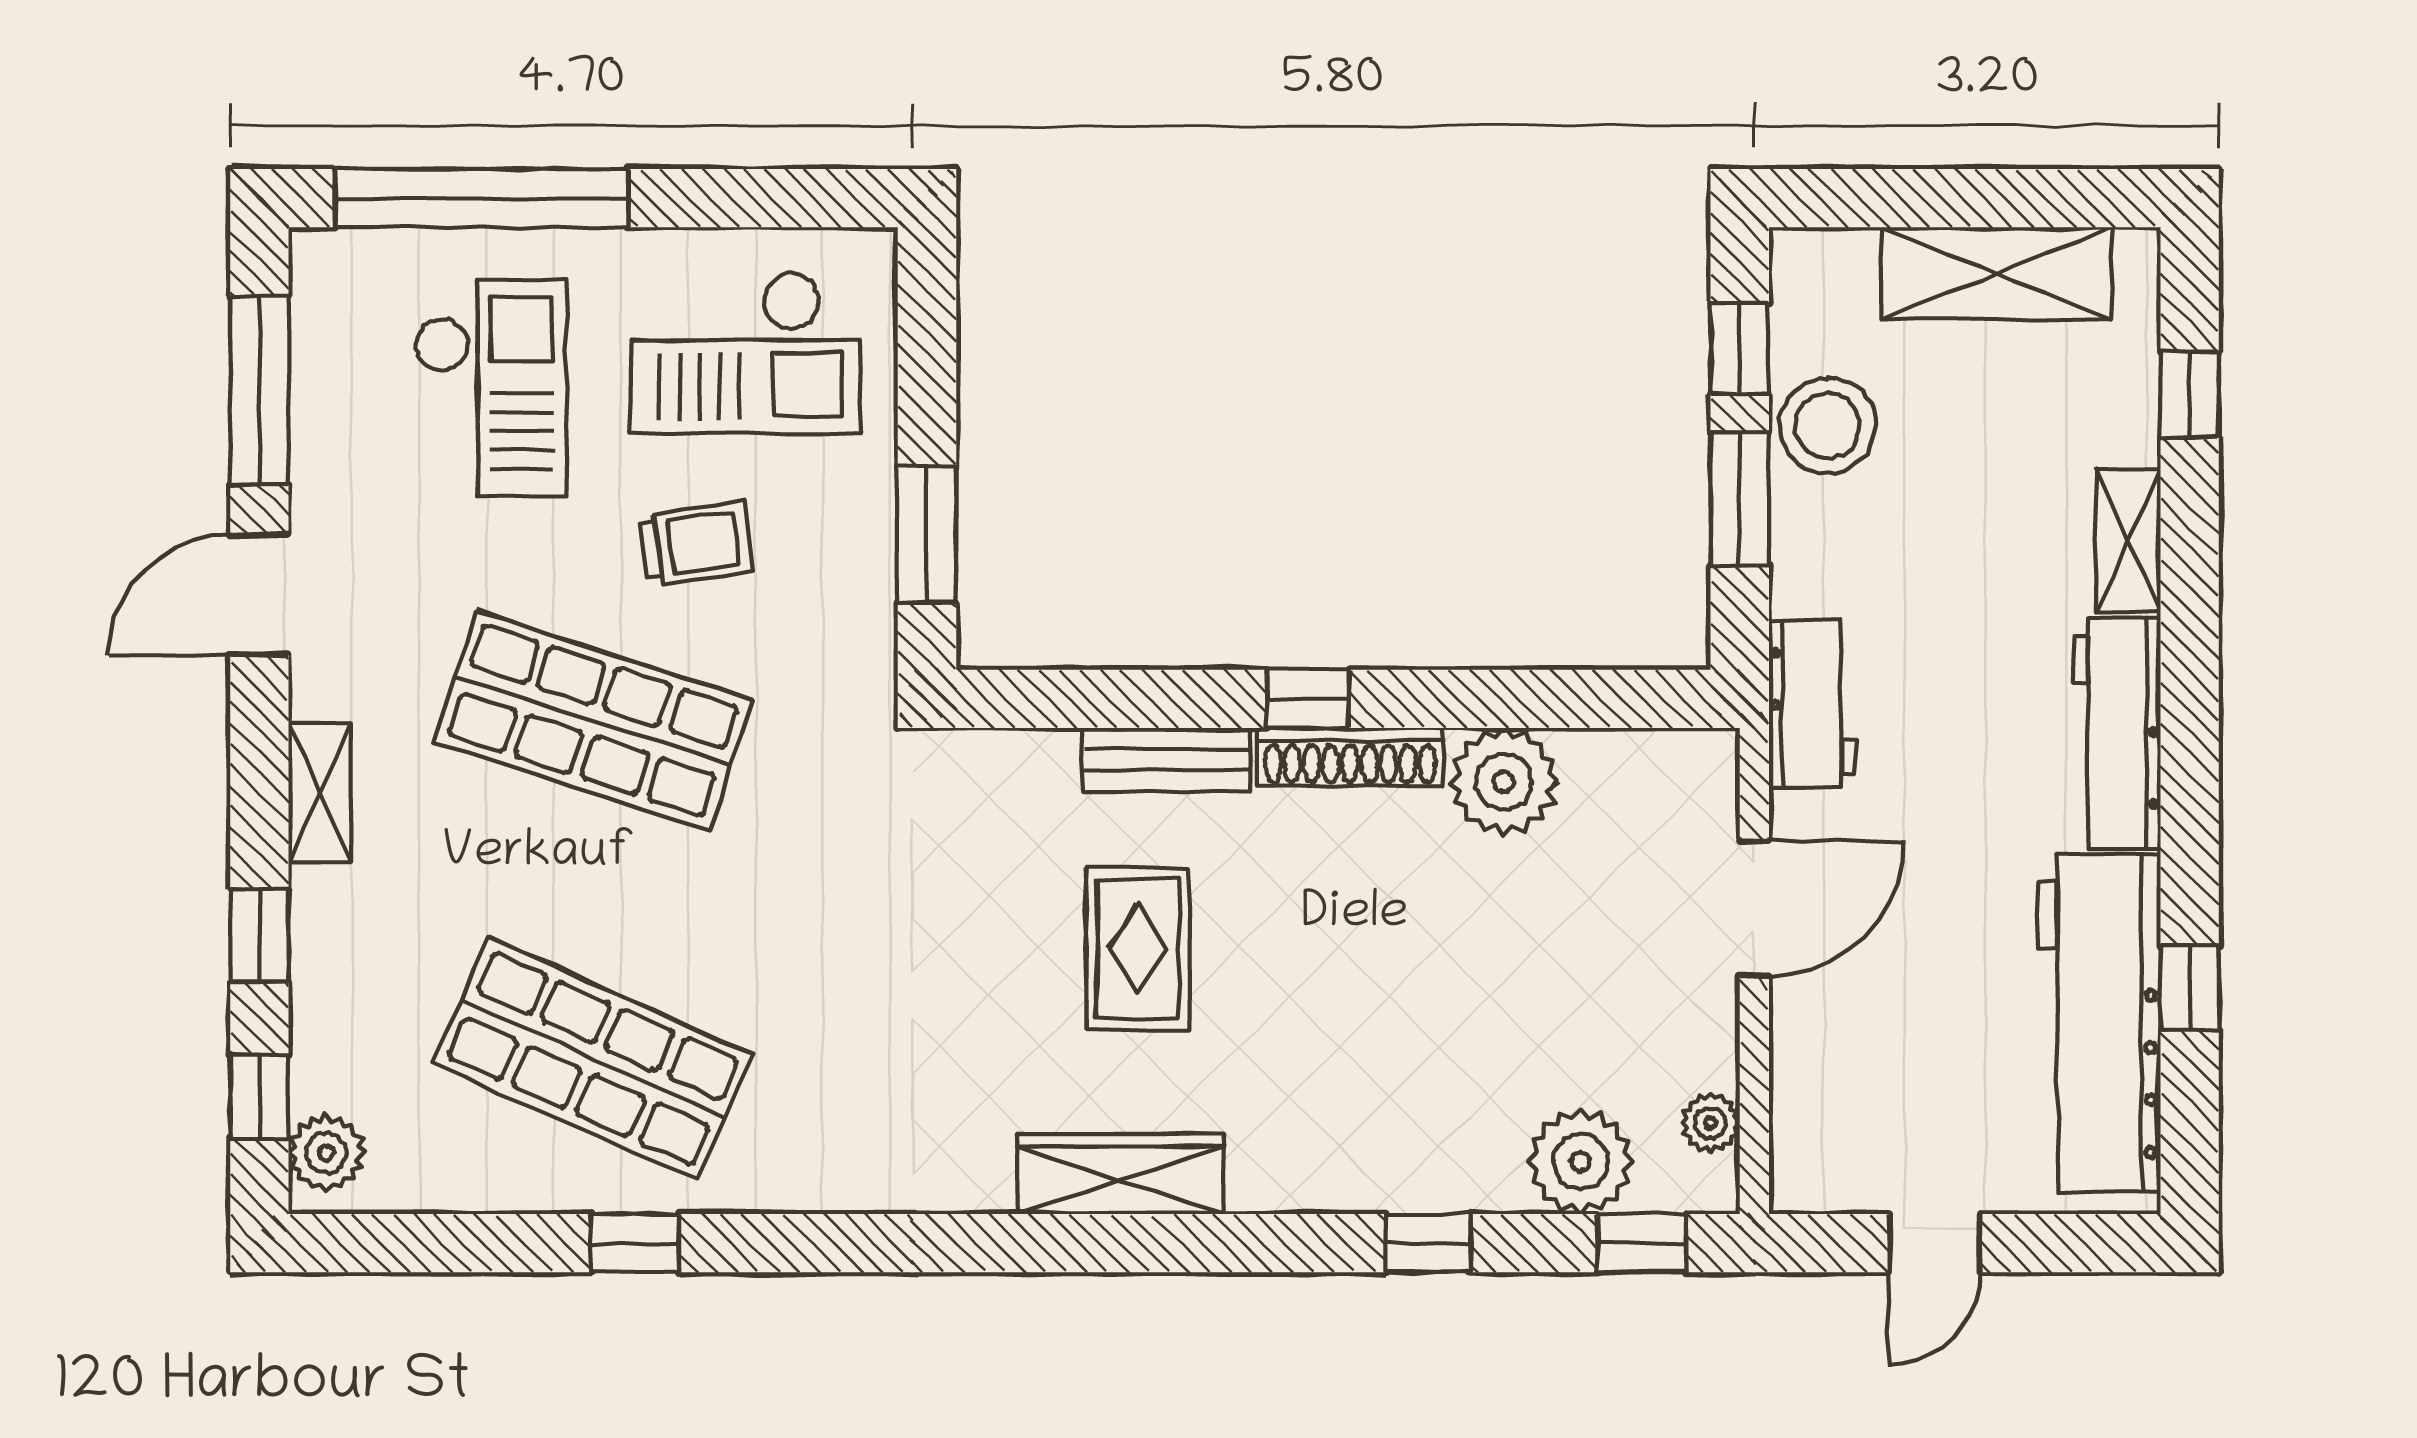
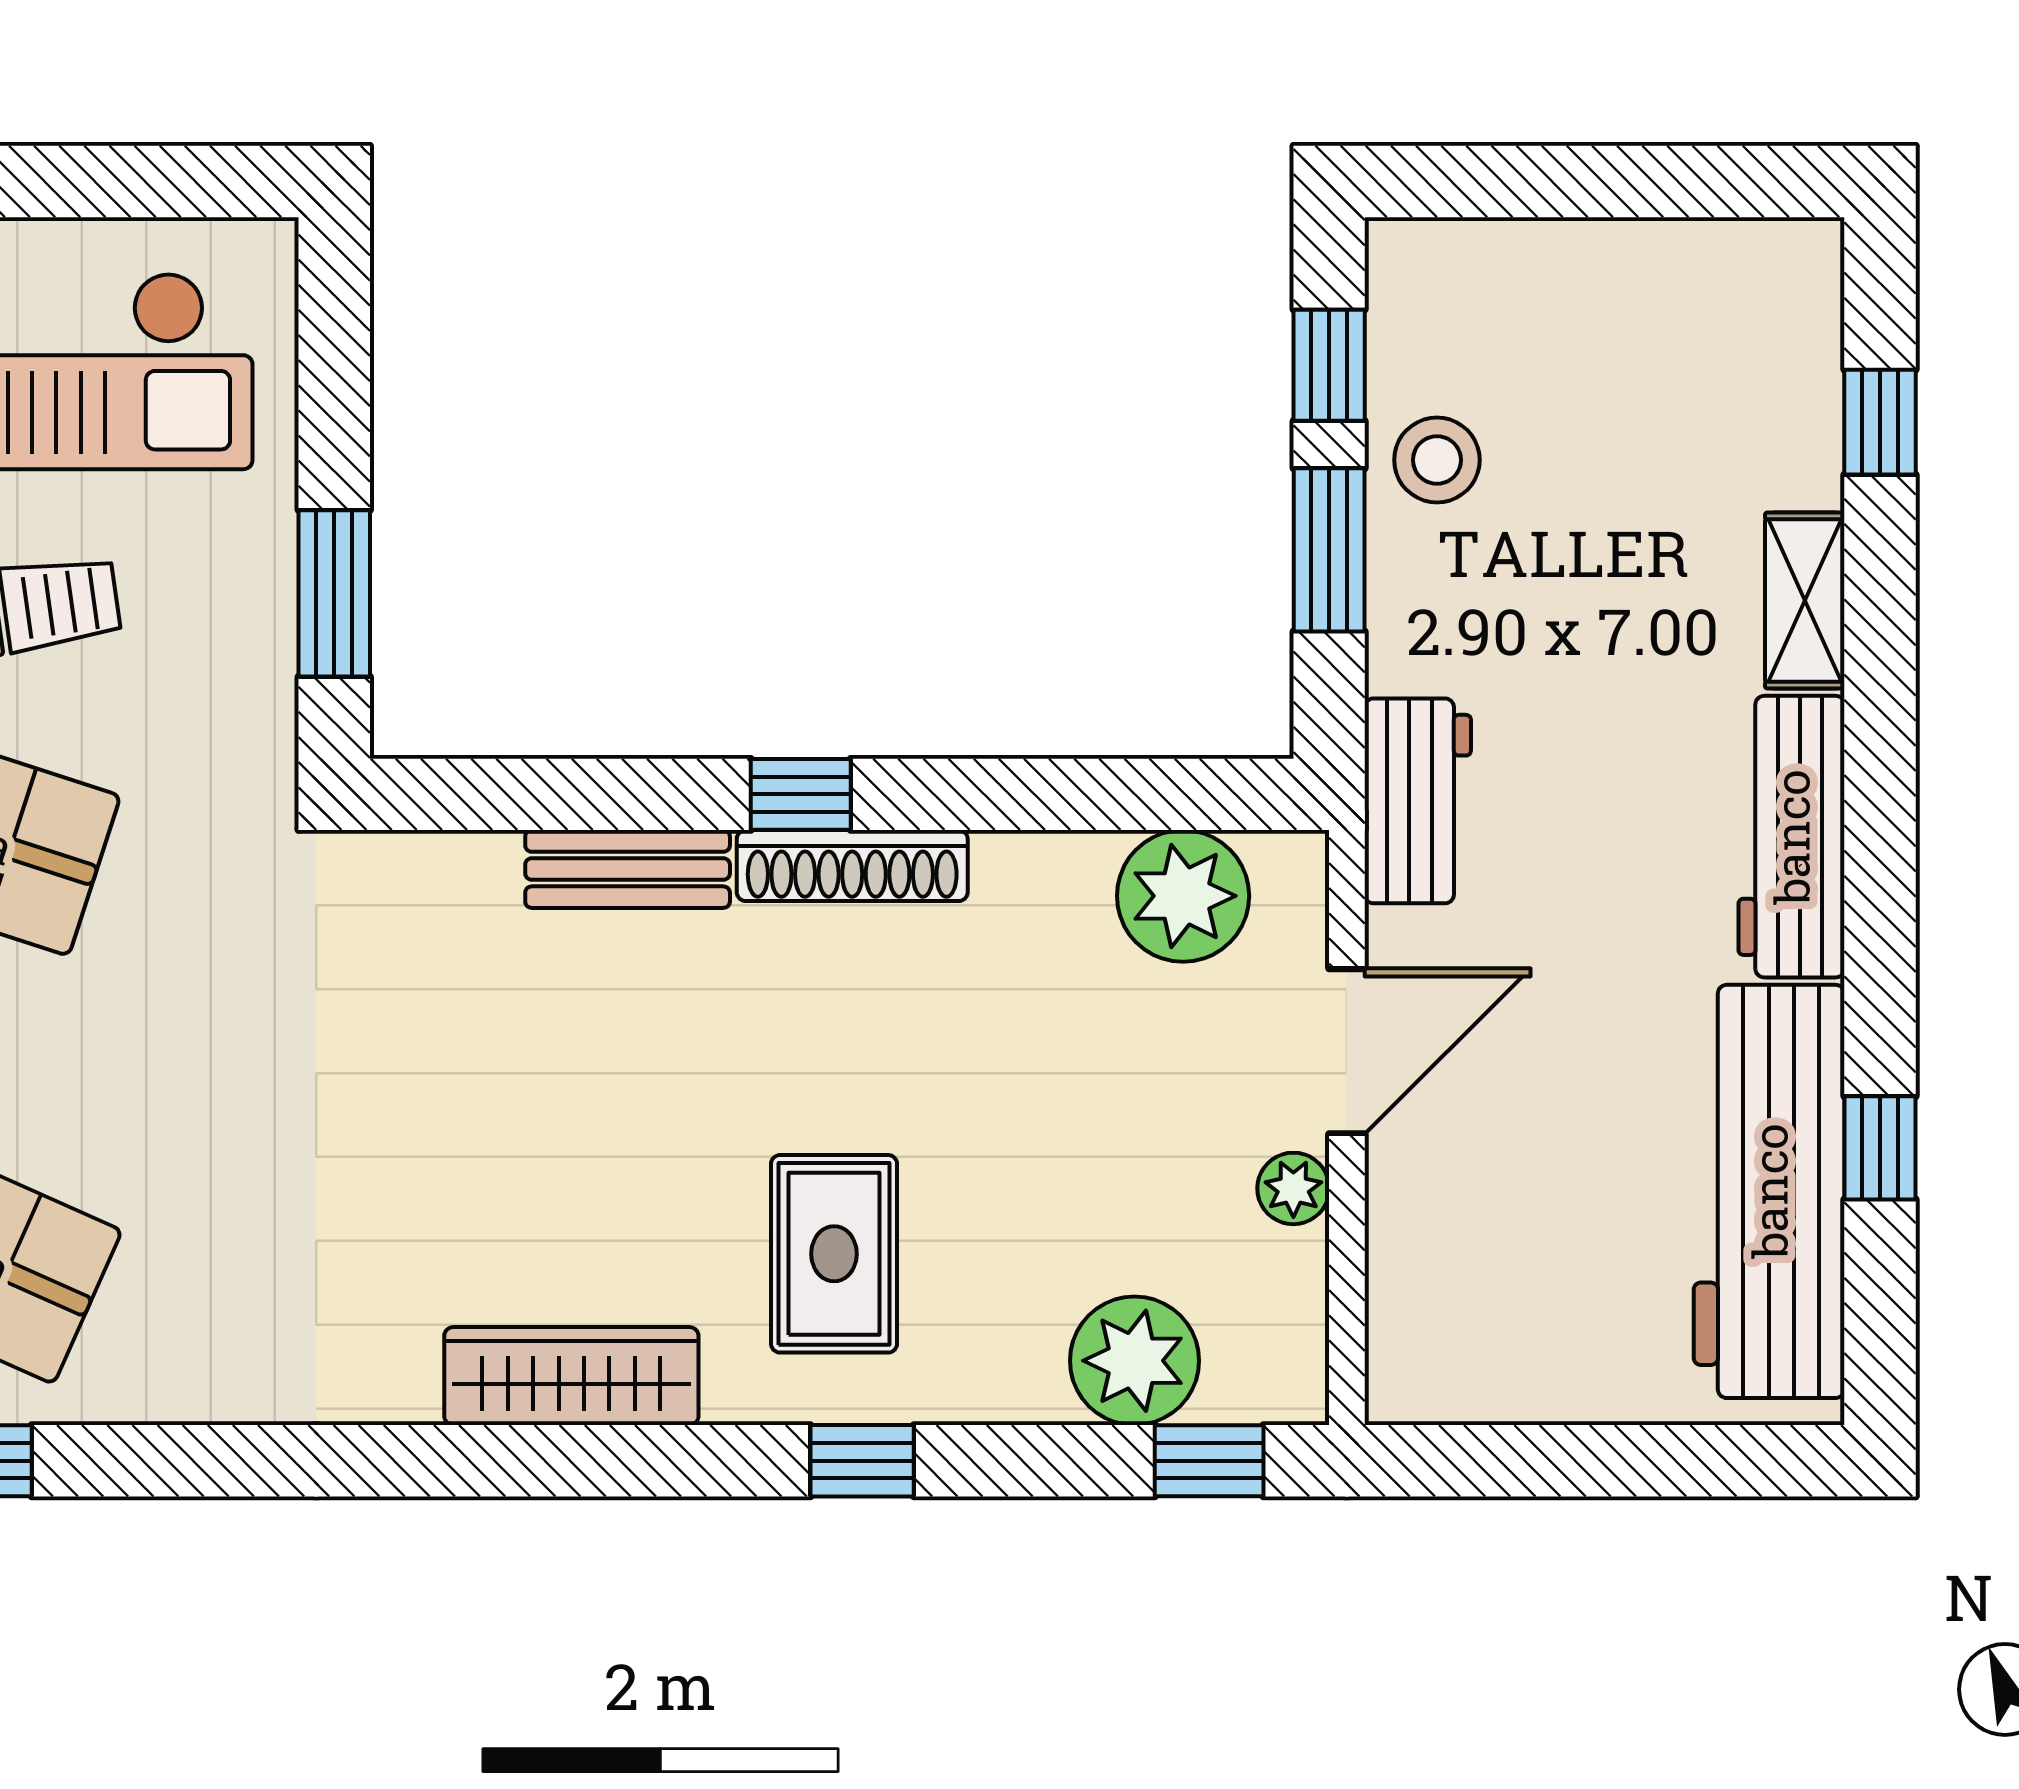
shelving: (1997, 273) -> (1644, 273), removed
stool: (1828, 426) -> (1437, 460), width x0.73, depth x0.73
plant: (1504, 782) -> (1183, 896), moved
rug: (1138, 949) -> (834, 1254), moved
plant: (1710, 1123) -> (1293, 1188), moved
window: (1428, 1243) -> (862, 1461), moved
door: (1934, 1243) -> (1567, 1461), removed

